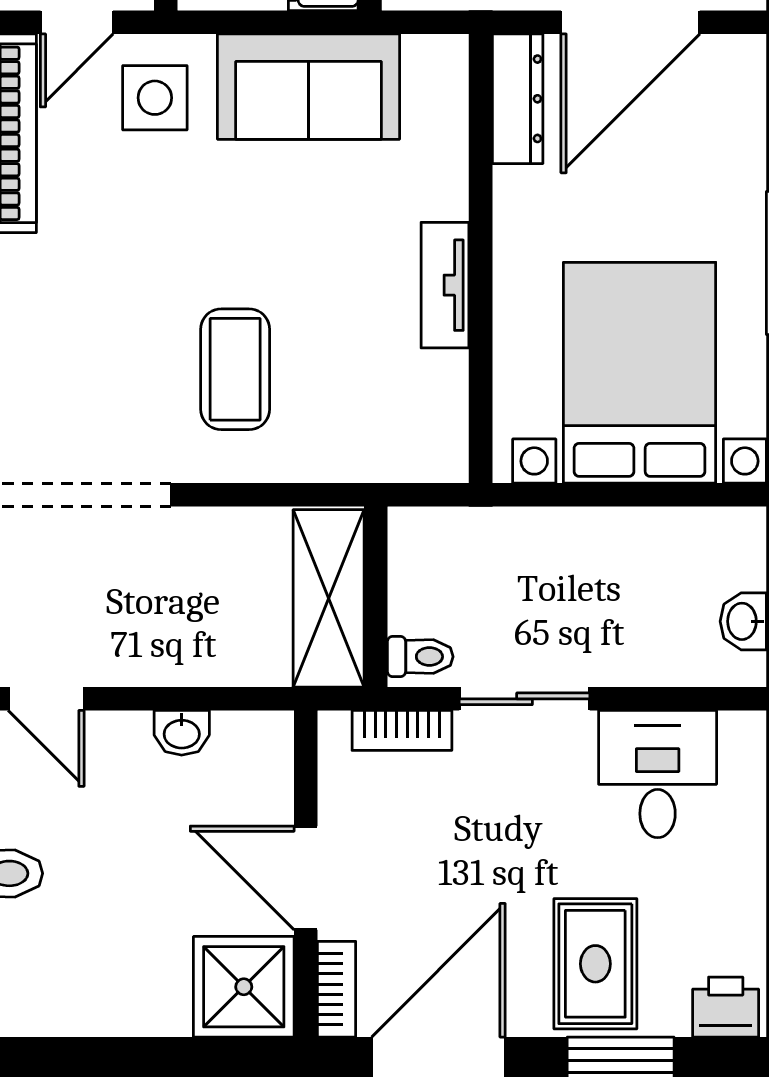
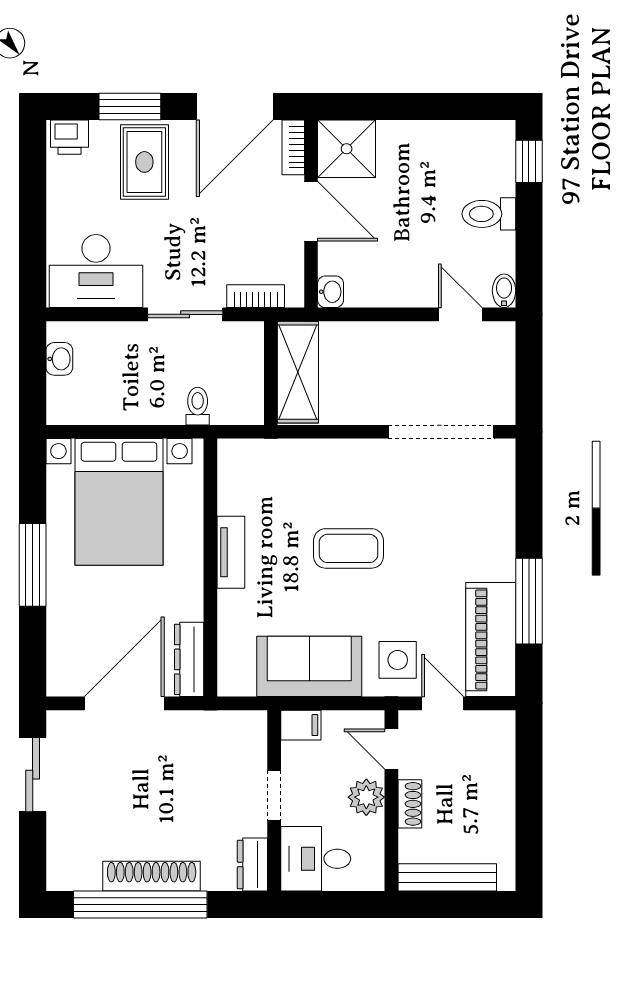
door: (77, 22) -> (443, 703), hinge flipped
coffee table: (235, 369) -> (349, 548), moved, turned 90
toilet: (420, 657) -> (198, 406), moved, turned 90
washbasin: (182, 733) -> (331, 292), moved, turned 90
desk: (658, 774) -> (96, 271), width x1.37

